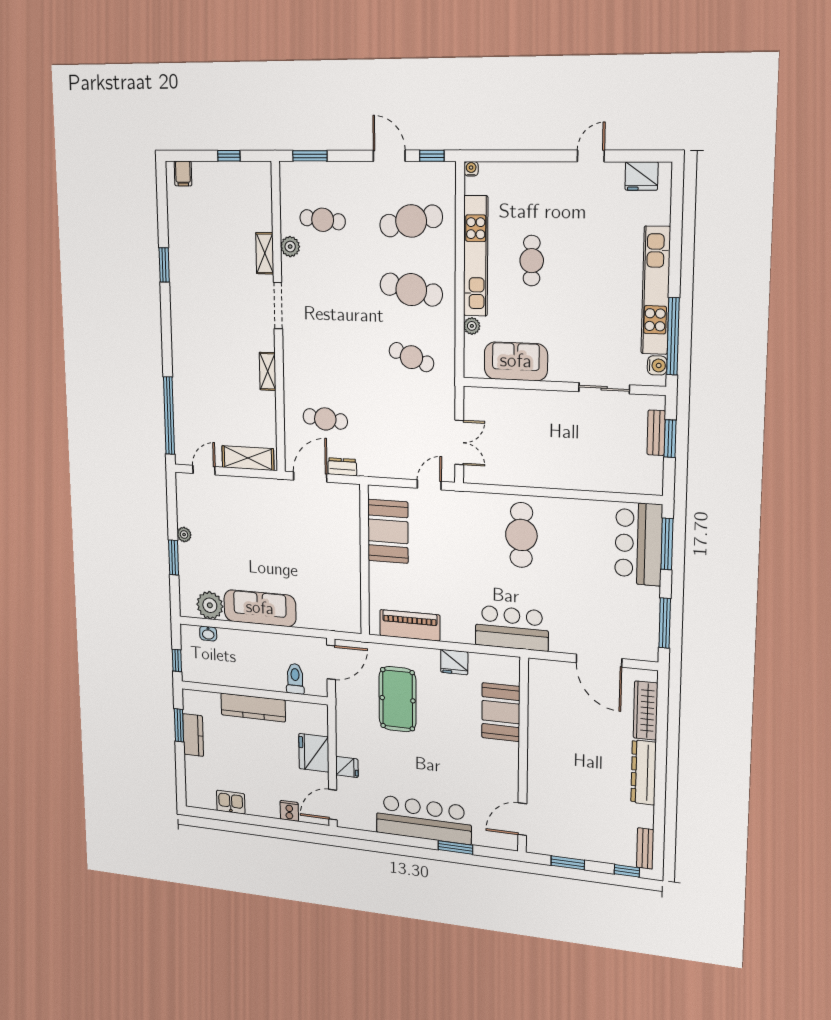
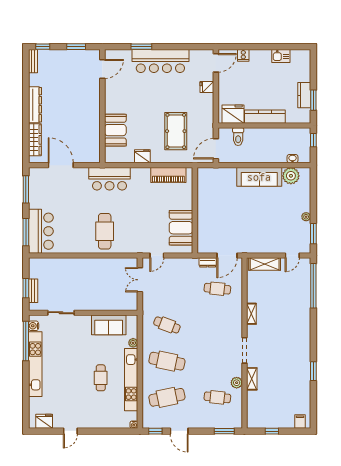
window: (174, 558) -> (313, 234), moved
fridge: (314, 753) -> (233, 114), moved, turned -90

